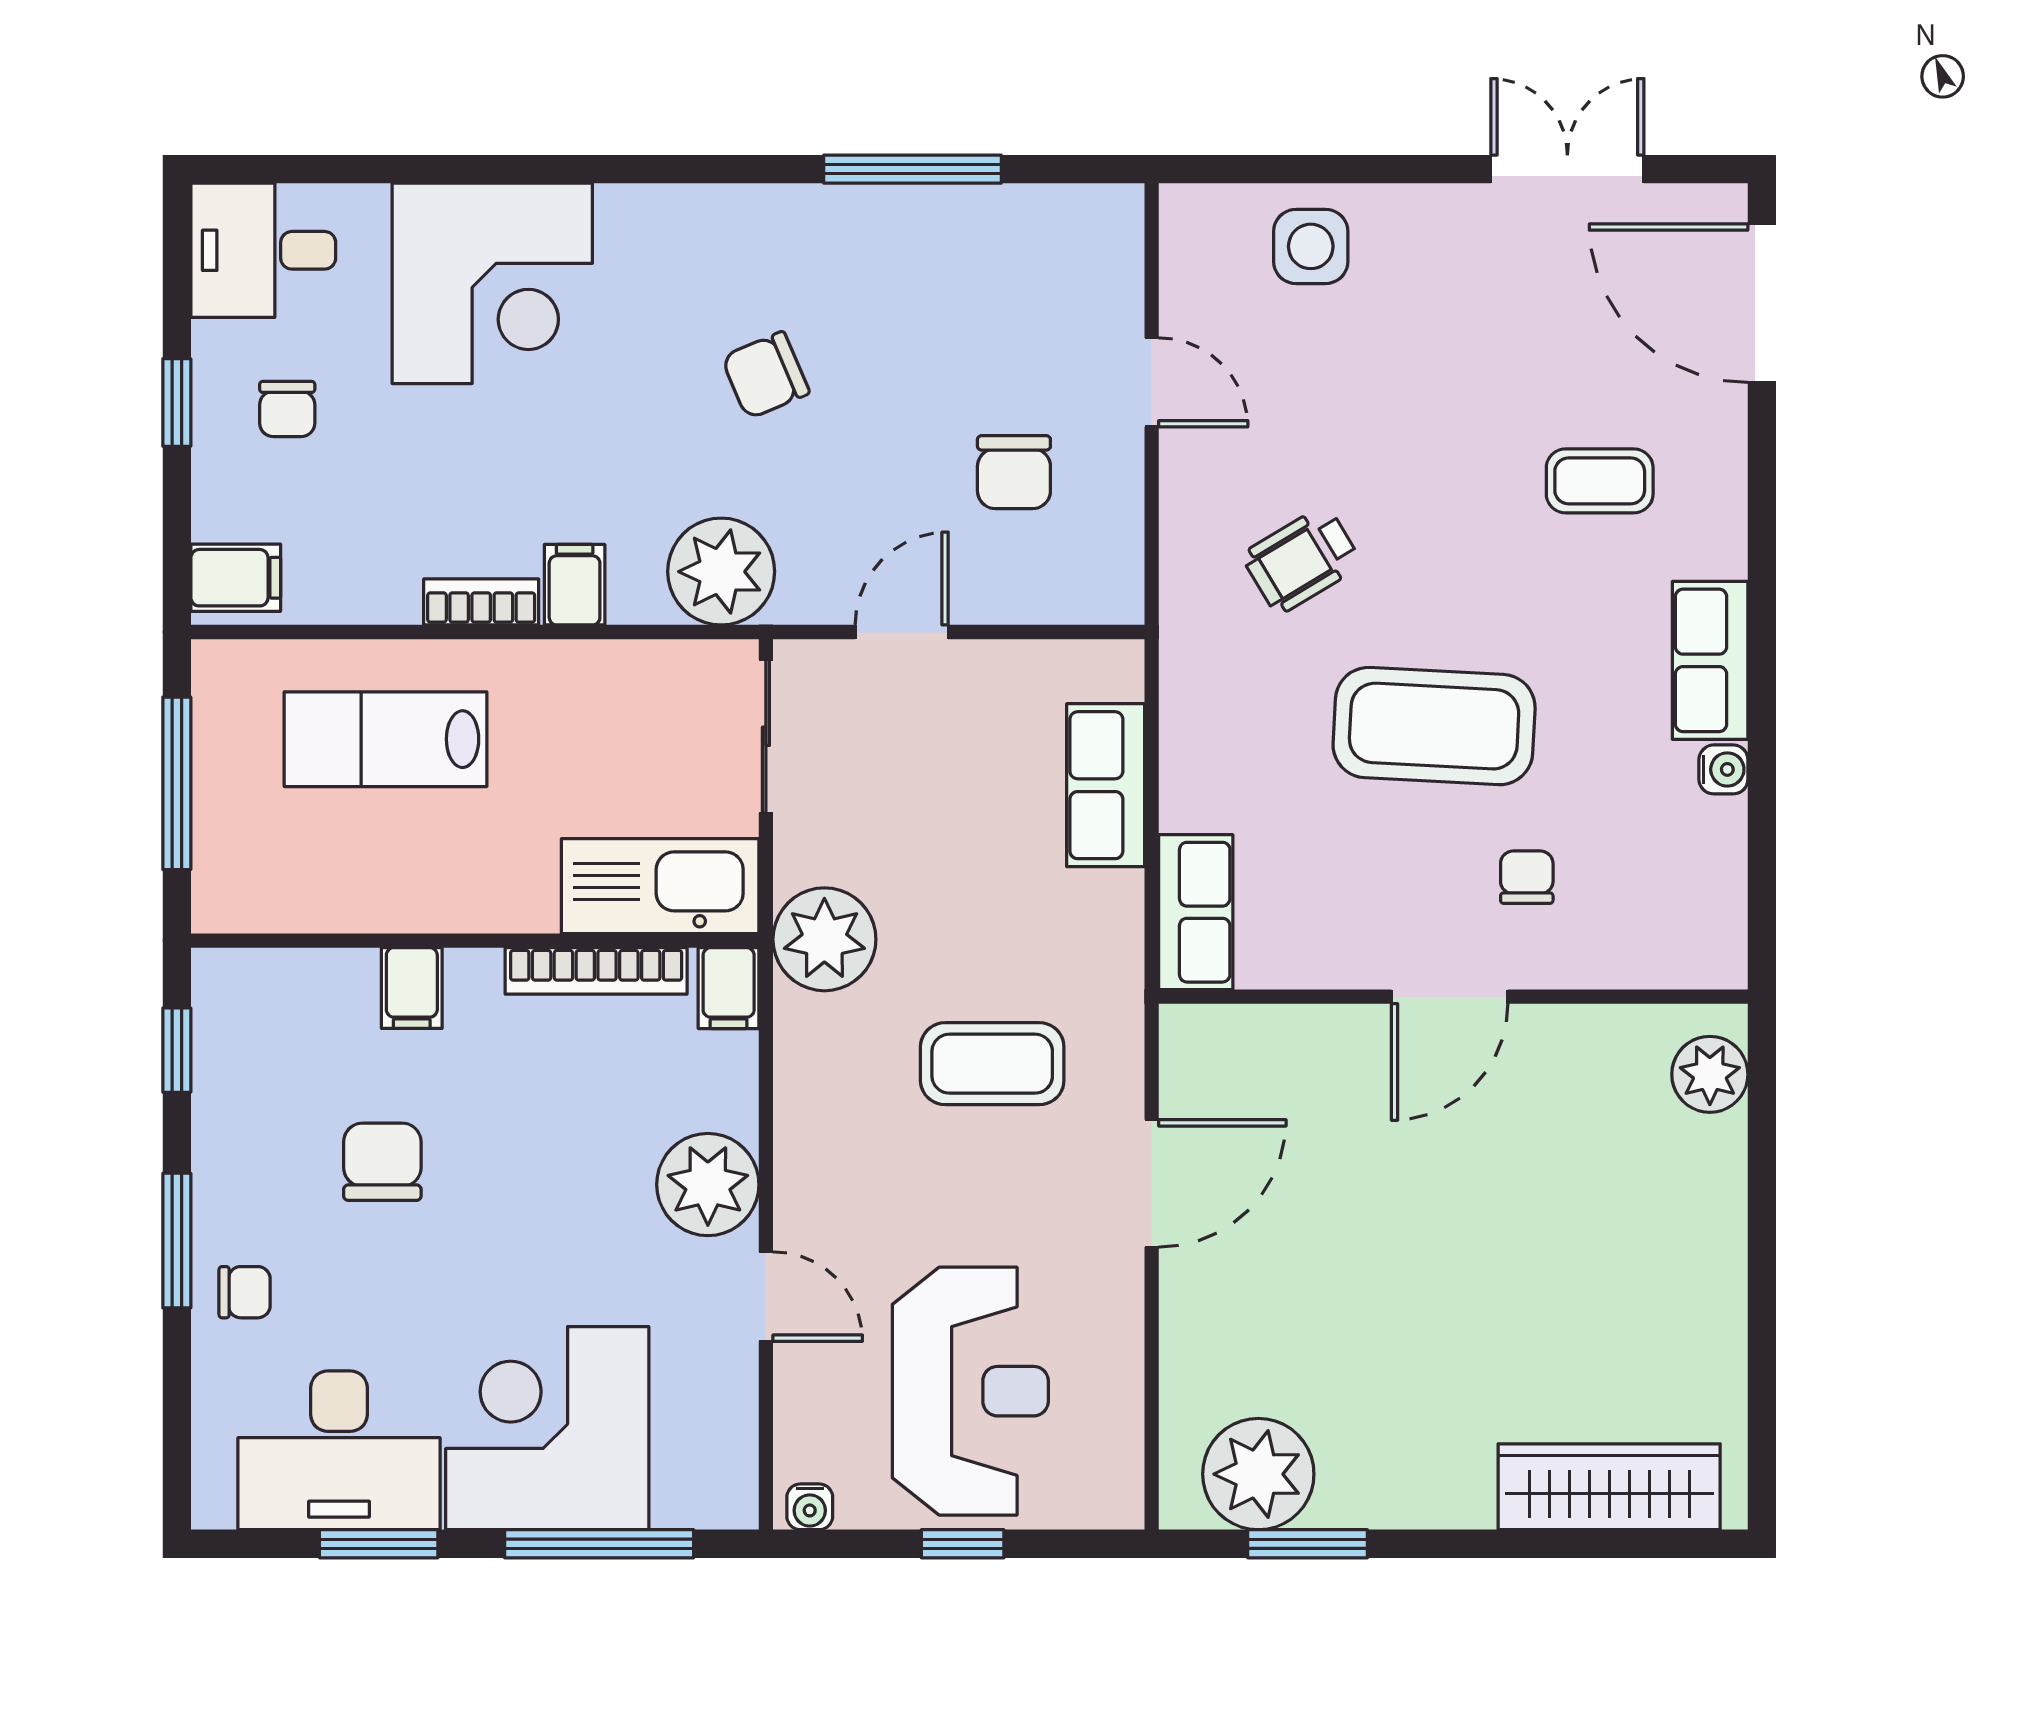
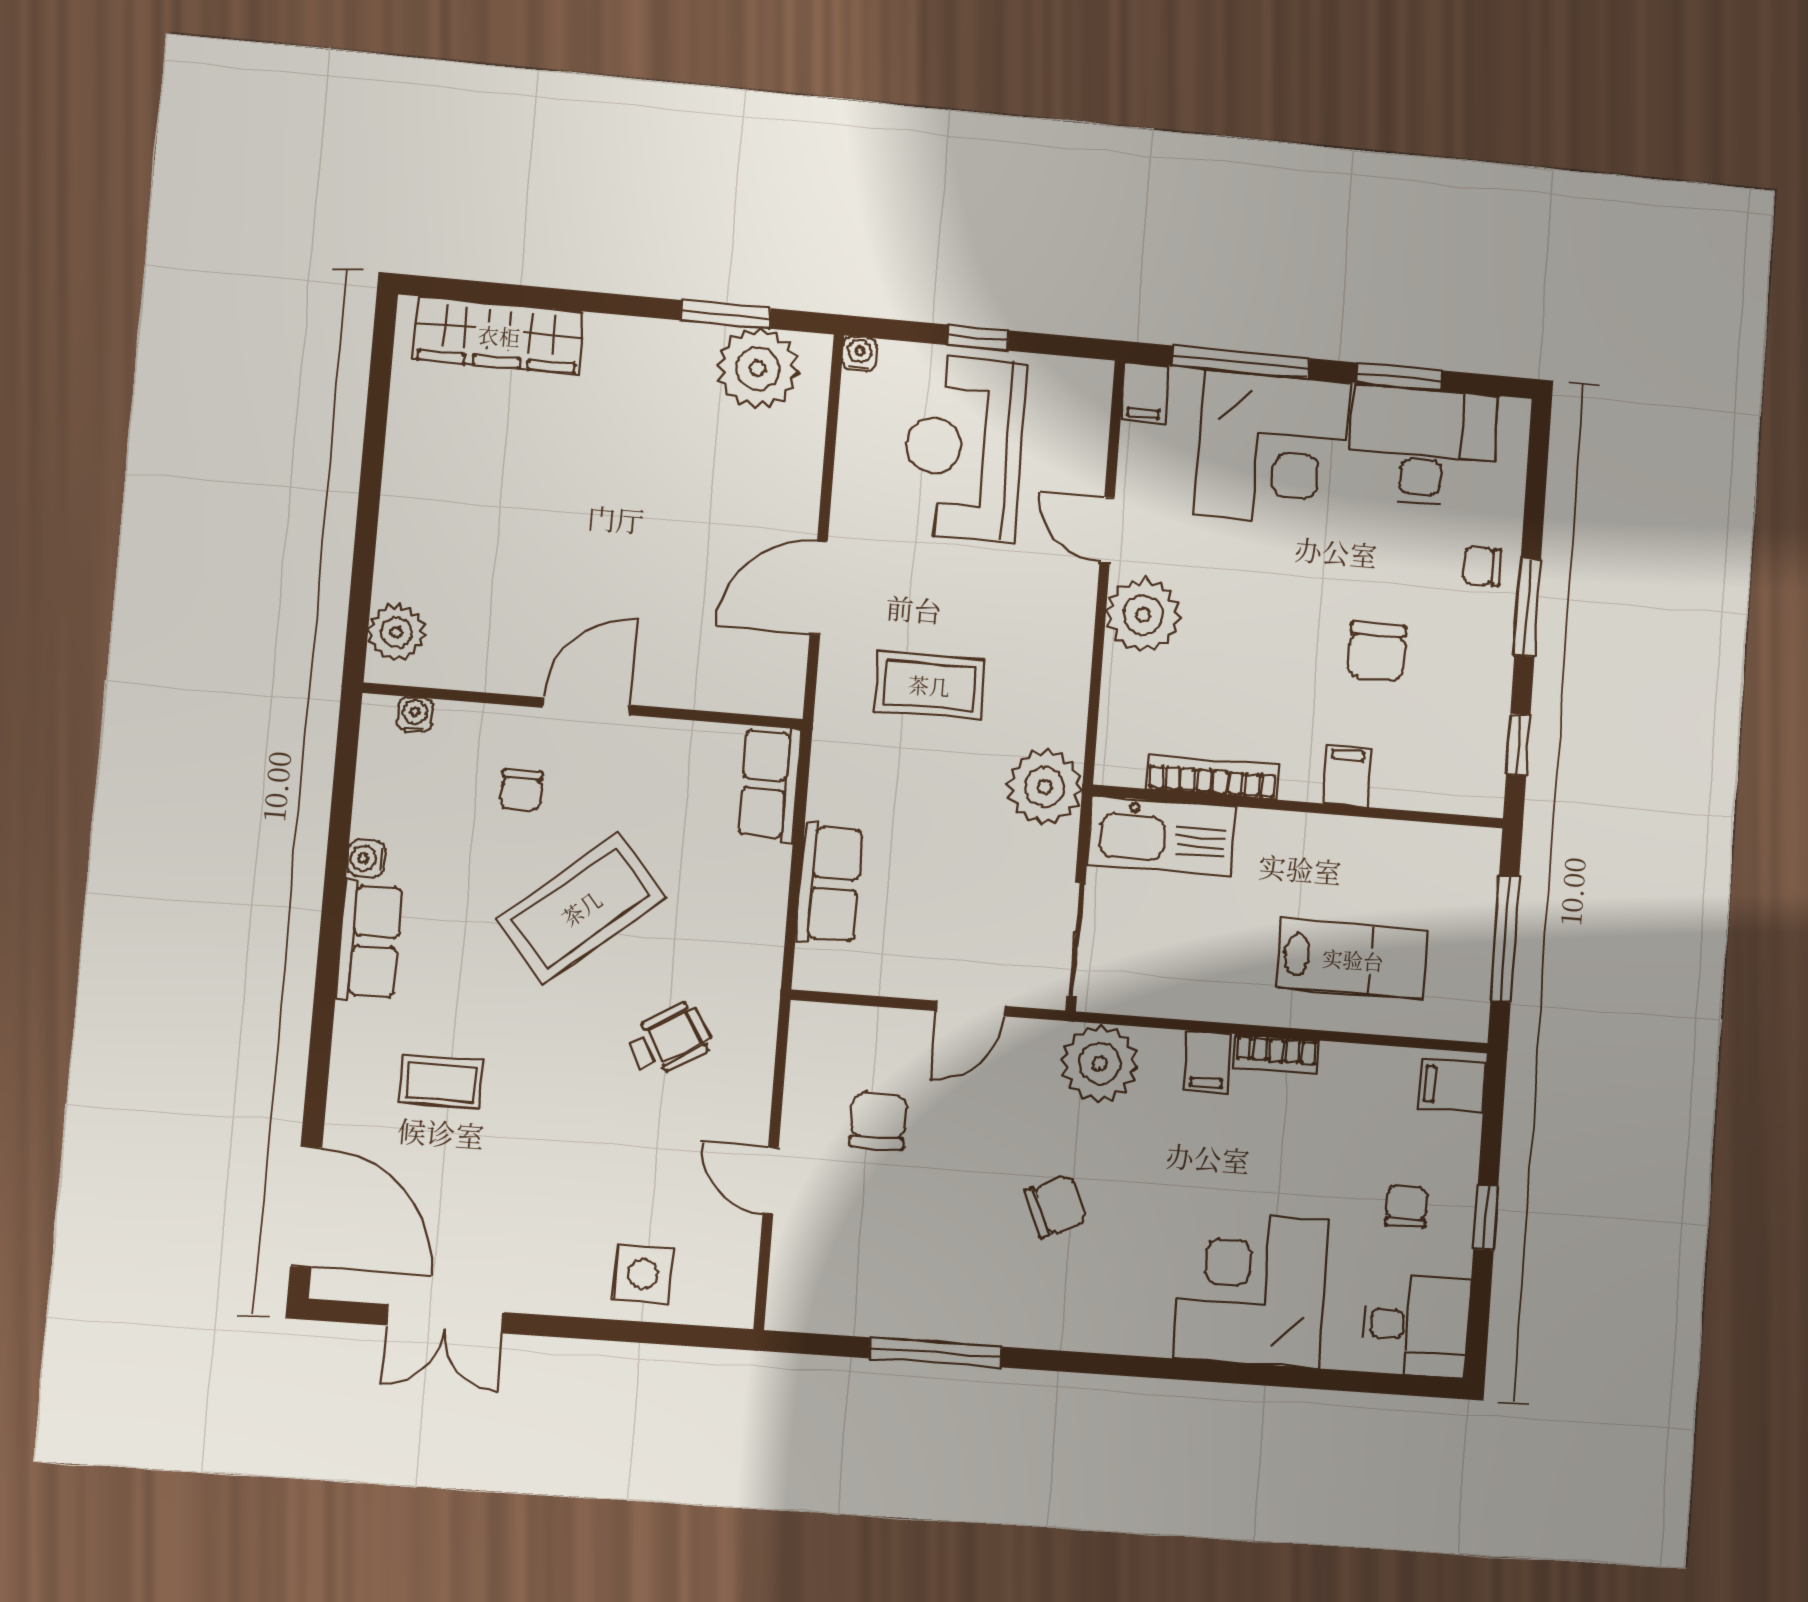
coffee table: (1434, 726) -> (581, 908), turned -43
water cooler: (1676, 967) -> (415, 715), added
filing cabinet: (729, 988) -> (1145, 393), moved, turned 180
water cooler: (810, 1507) -> (860, 354), moved

